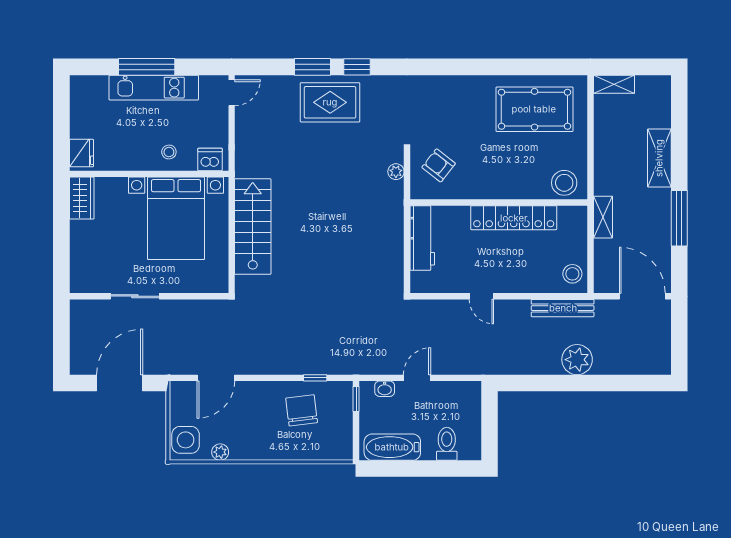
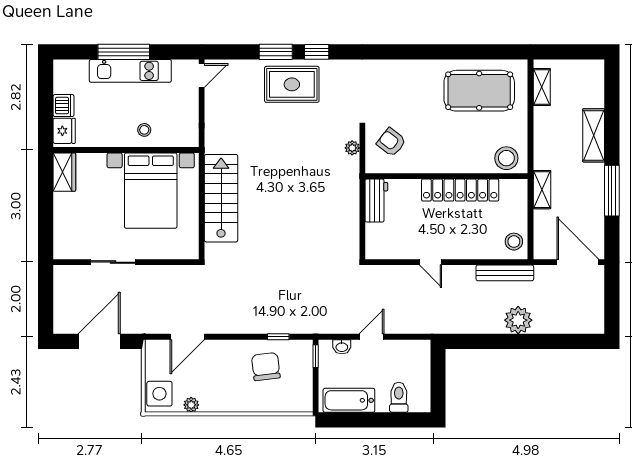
shelving: (614, 84) -> (542, 87), moved, turned 90
dishwasher: (210, 160) -> (63, 106), moved, turned 90
workbench: (422, 238) -> (376, 201), width x0.73

